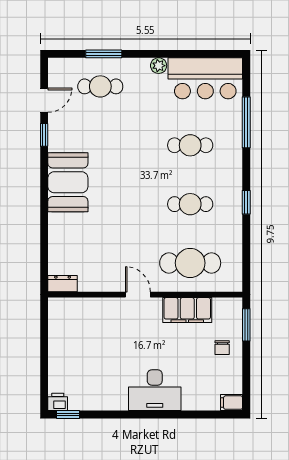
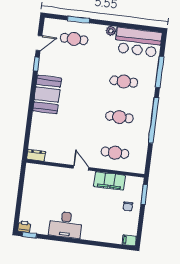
window: (246, 202) -> (153, 120), width x3.17
cafe table: (190, 263) -> (115, 153), width x0.73, depth x0.74
desk: (155, 390) -> (66, 225), moved

